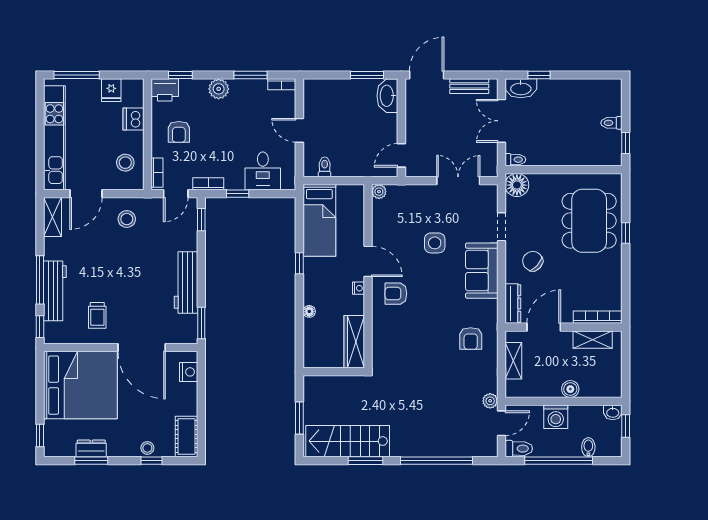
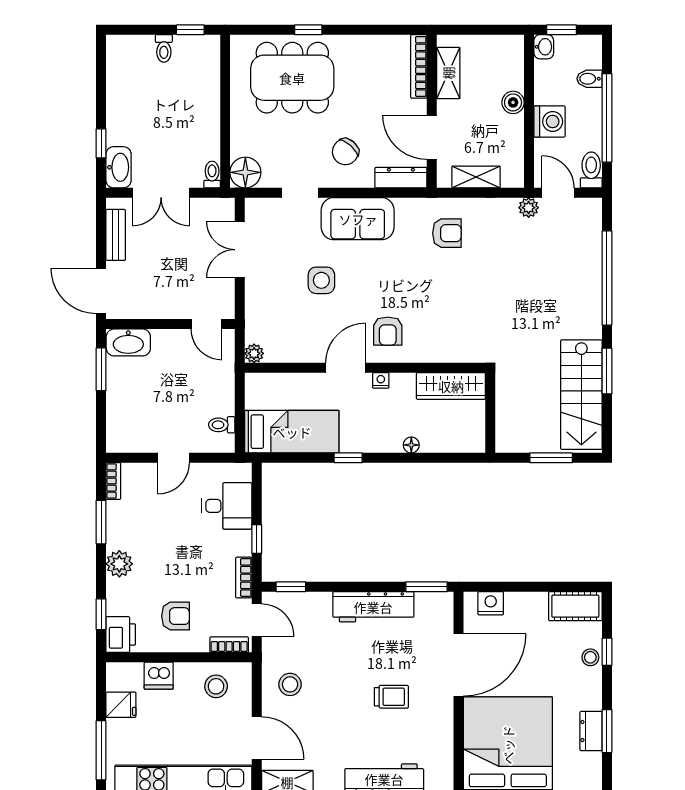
trolley: (97, 315) -> (391, 697), moved

